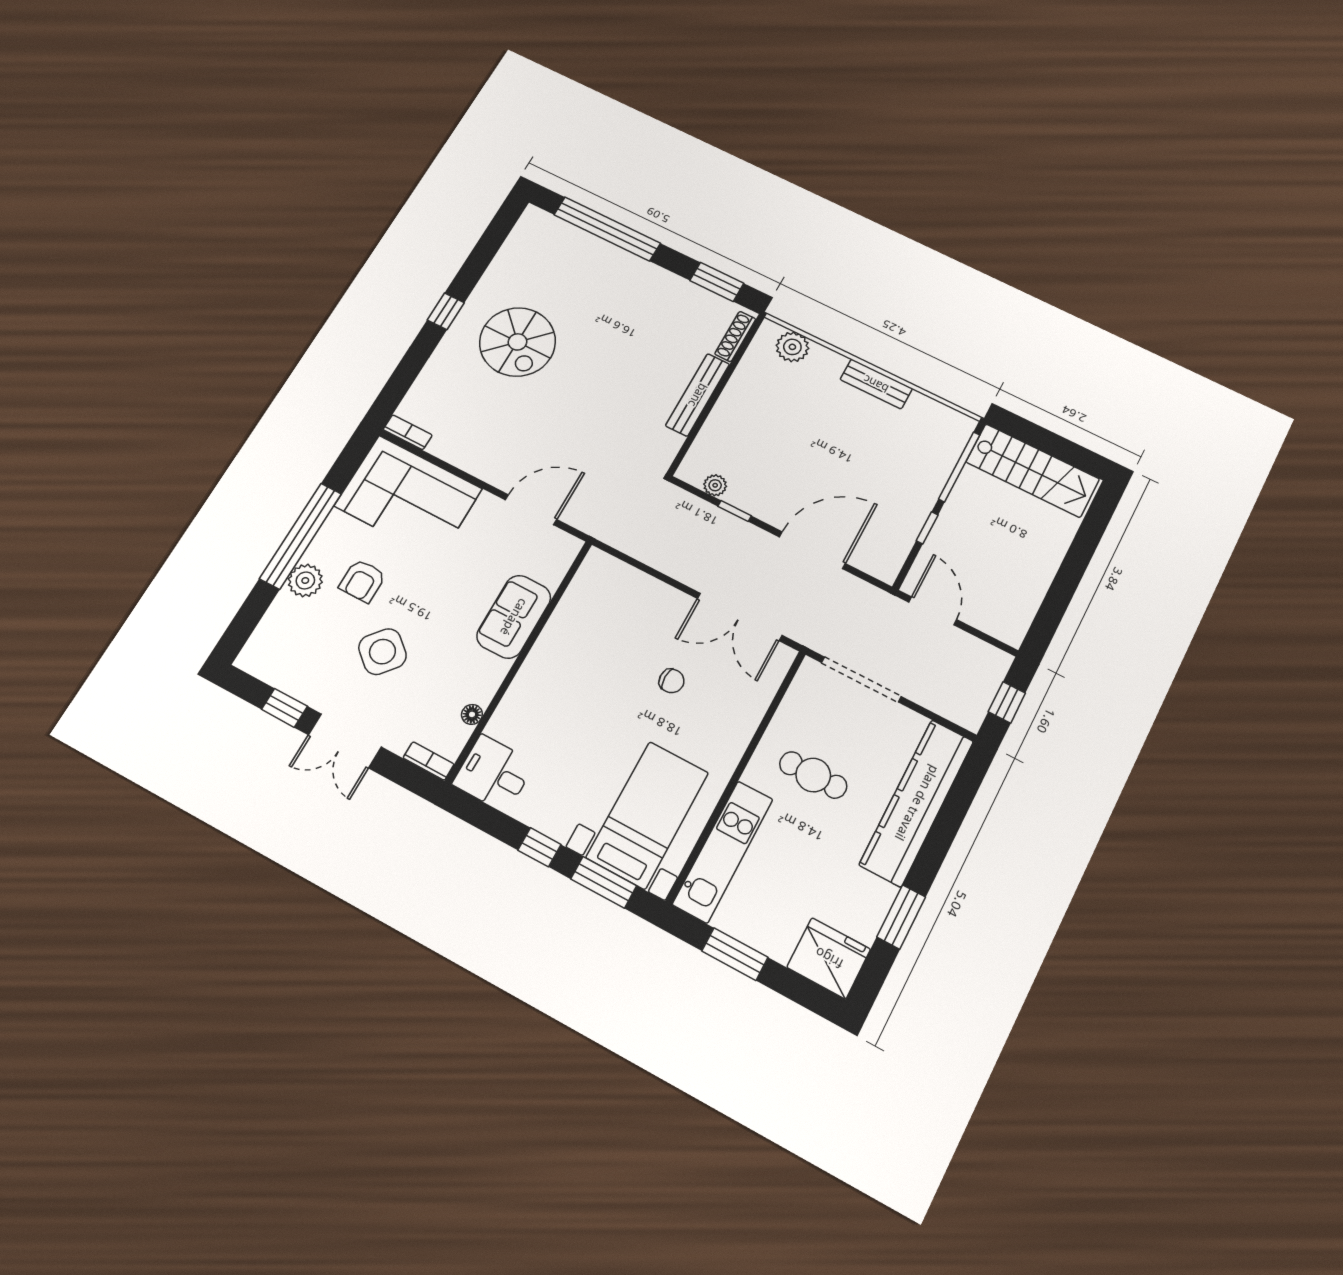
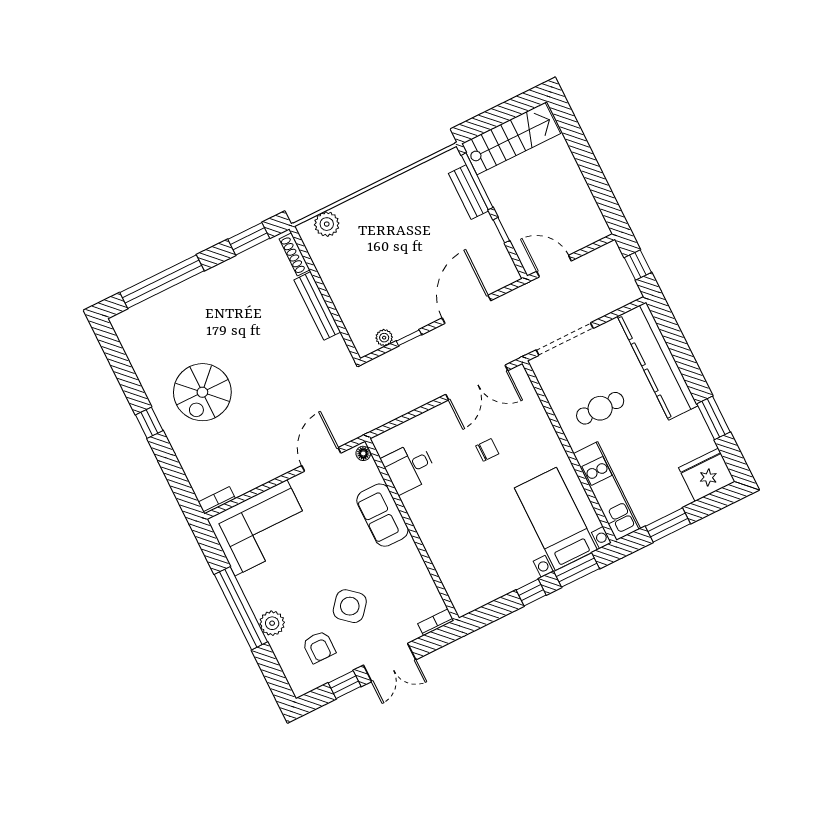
spiral stairs: (518, 342) -> (202, 392), turned 90
bench: (876, 384) -> (469, 192), moved, turned 90
armchair: (362, 581) -> (319, 647), moved
floor lamp: (472, 714) -> (363, 453), moved
desk: (494, 773) -> (409, 467), moved

